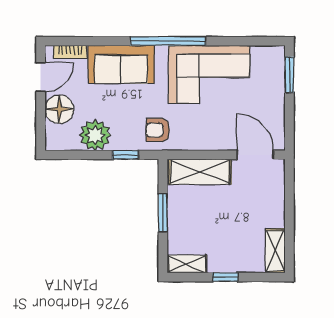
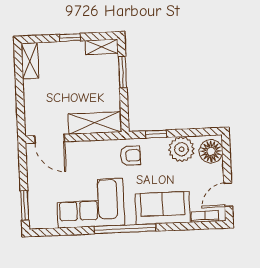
floor lamp: (59, 109) -> (211, 151), moved
window: (163, 213) -> (123, 72), moved

